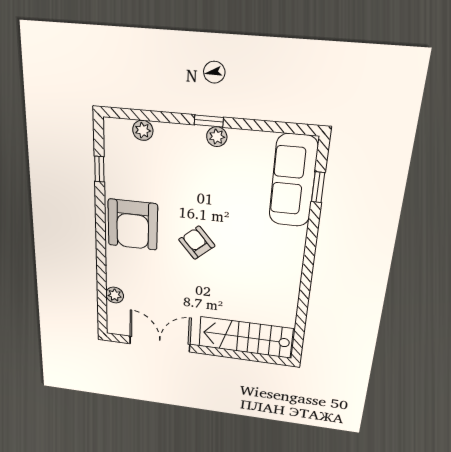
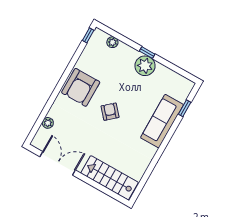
plant: (217, 137) -> (145, 66), width x1.88, depth x1.88
window: (99, 169) -> (88, 35), moved
sofa: (293, 181) -> (162, 121), moved

